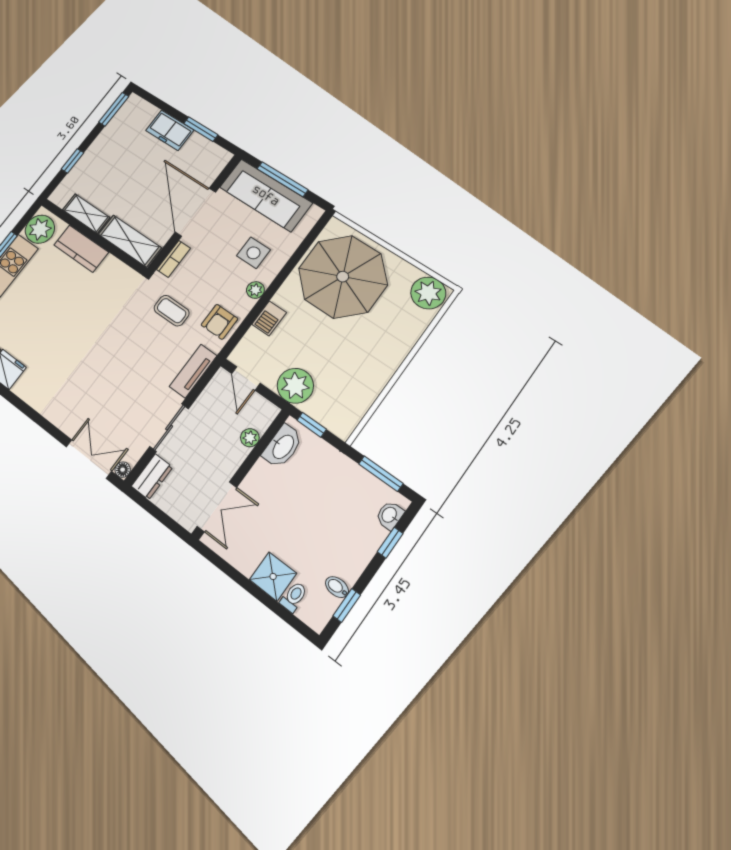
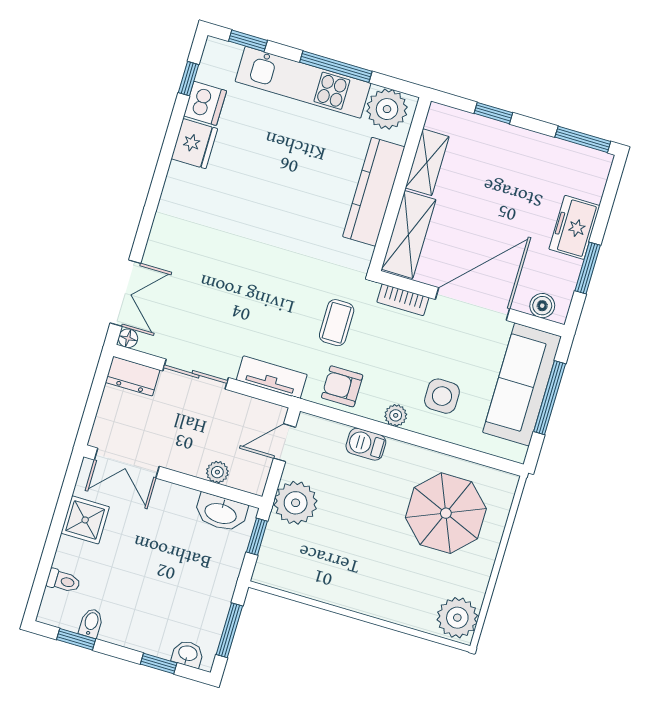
boiler: (215, 166) -> (542, 306), added
kitchen counter: (81, 249) -> (374, 192), width x1.50
parasol: (343, 277) -> (446, 513), width x0.73, depth x0.73
shower: (273, 576) -> (85, 520), moved

